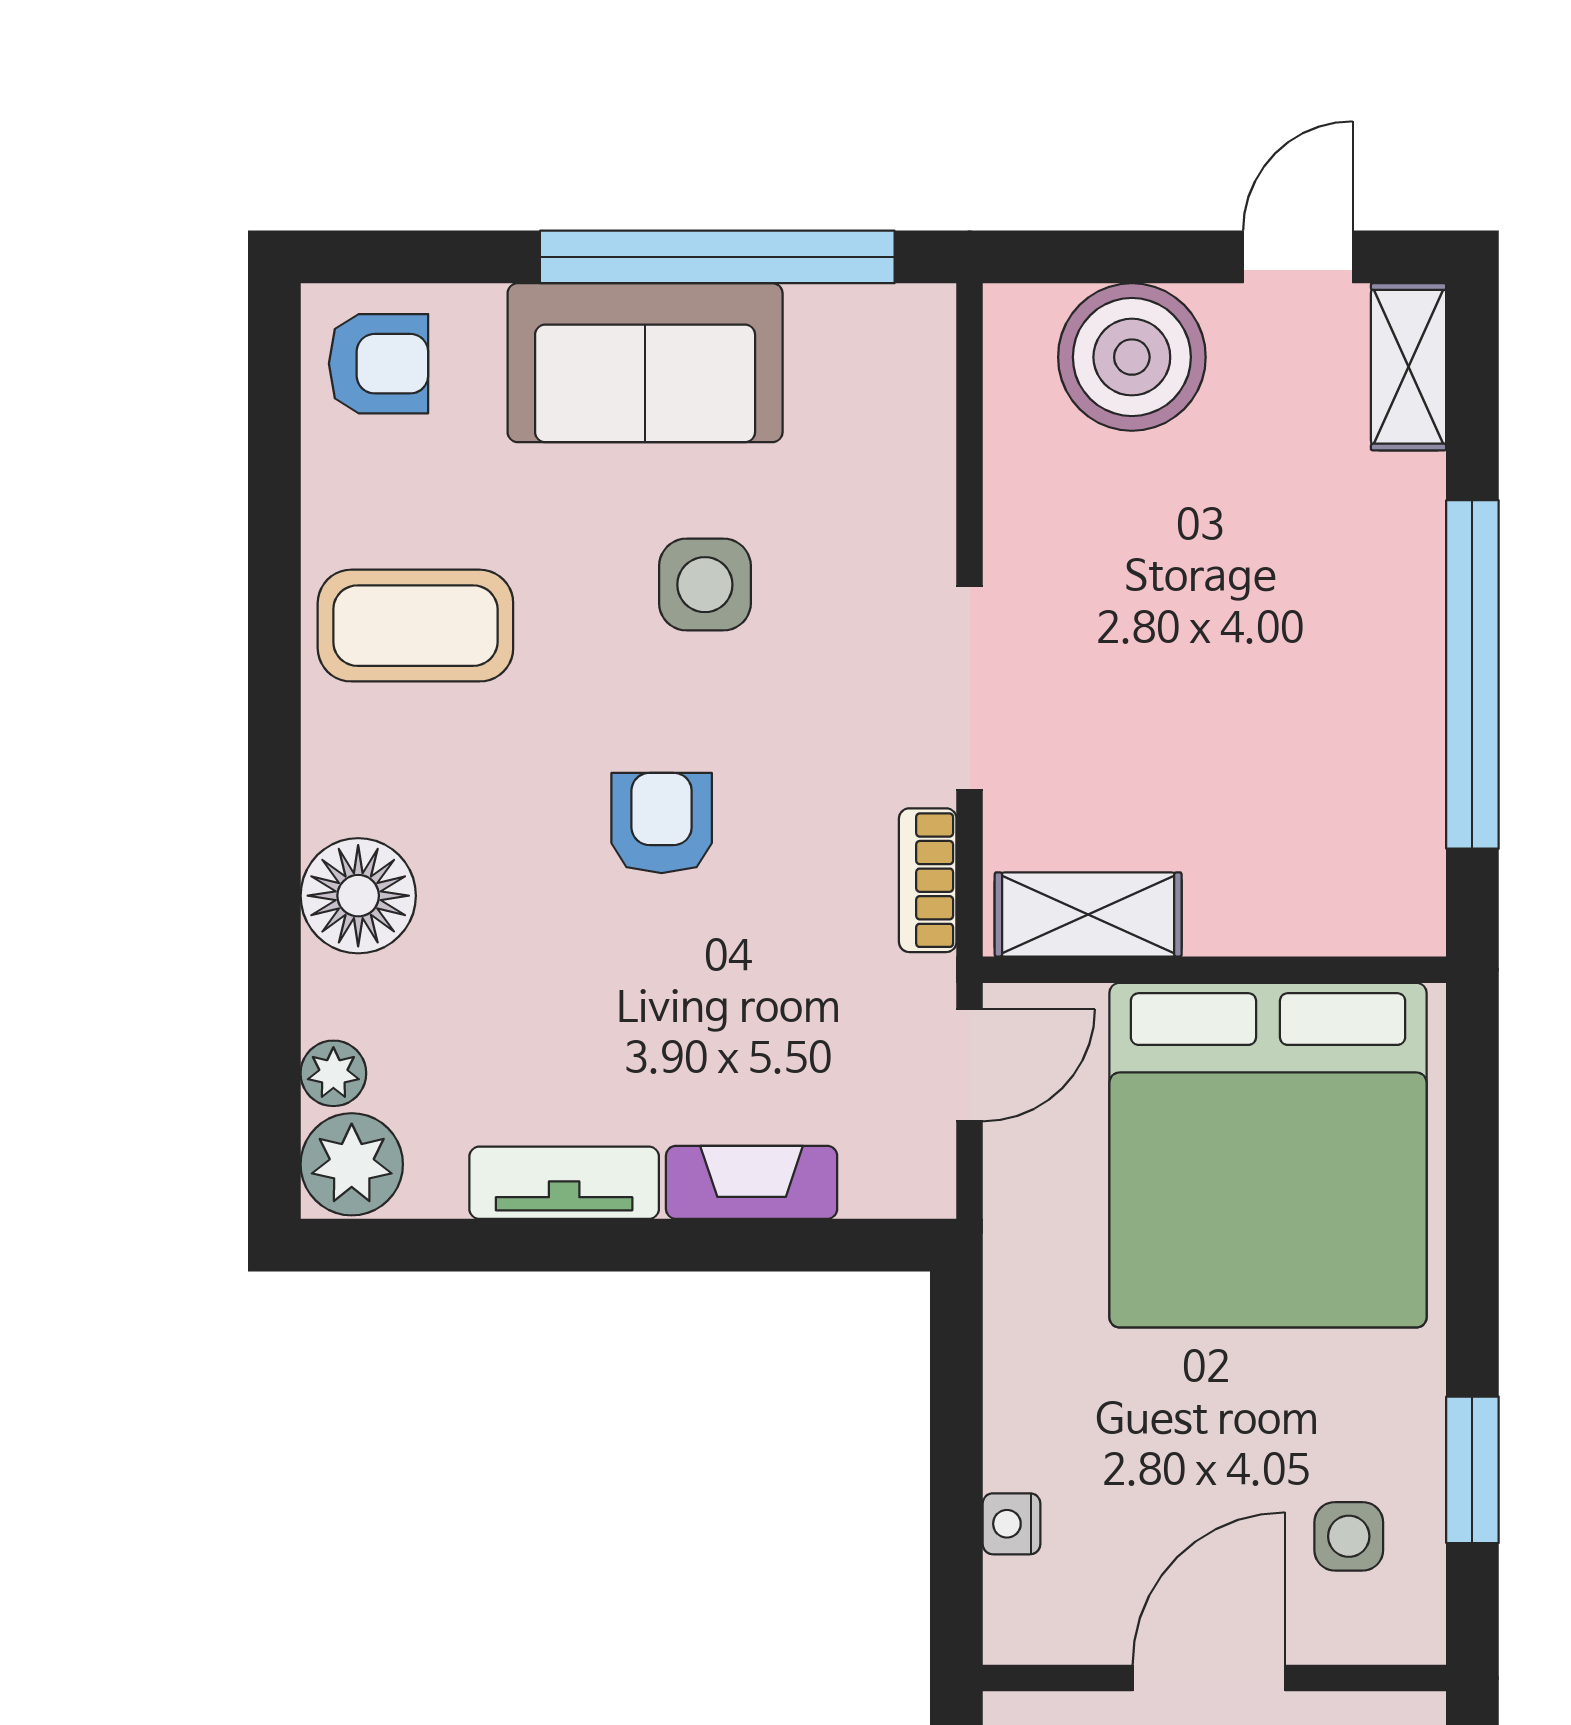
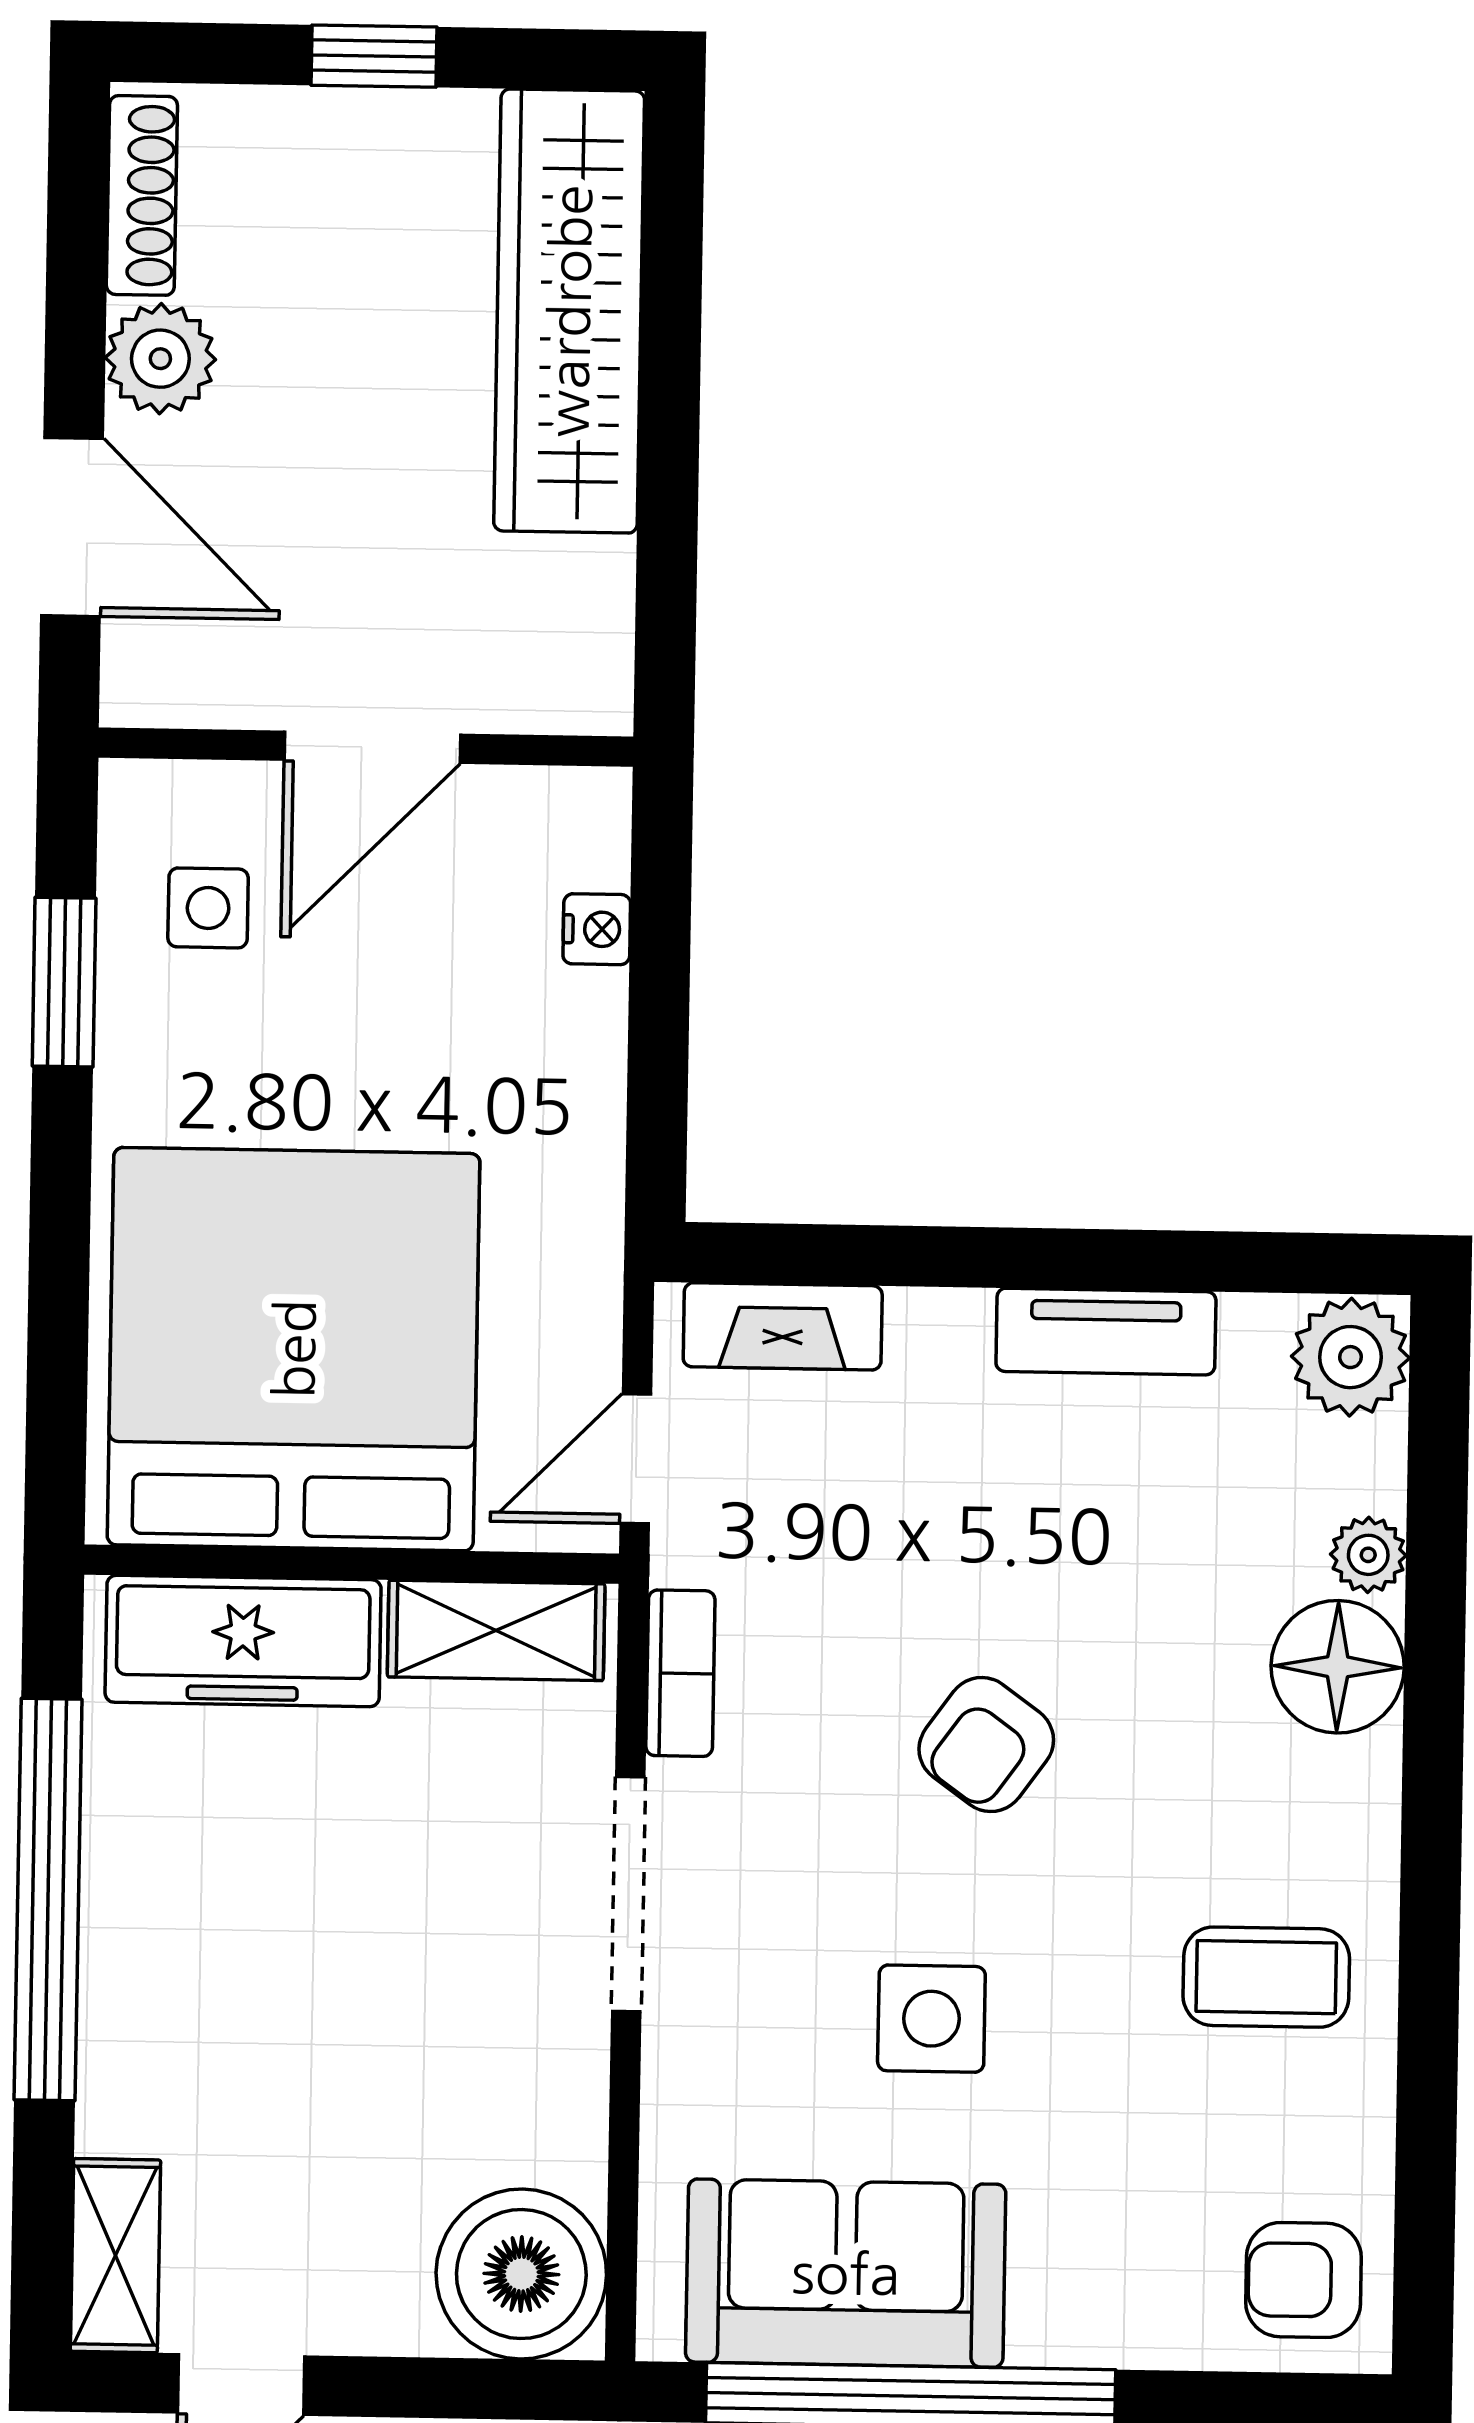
boiler: (1132, 357) -> (521, 2274), moved
sofa: (645, 363) -> (846, 2273), moved
coffee table: (415, 626) -> (1266, 1977), width x0.73, depth x0.77
armchair: (662, 823) -> (986, 1745), turned 36
freezer: (1307, 901) -> (243, 1641), added
plant: (333, 1073) -> (1368, 1555), moved
fireplace: (752, 1182) -> (783, 1326), moved

